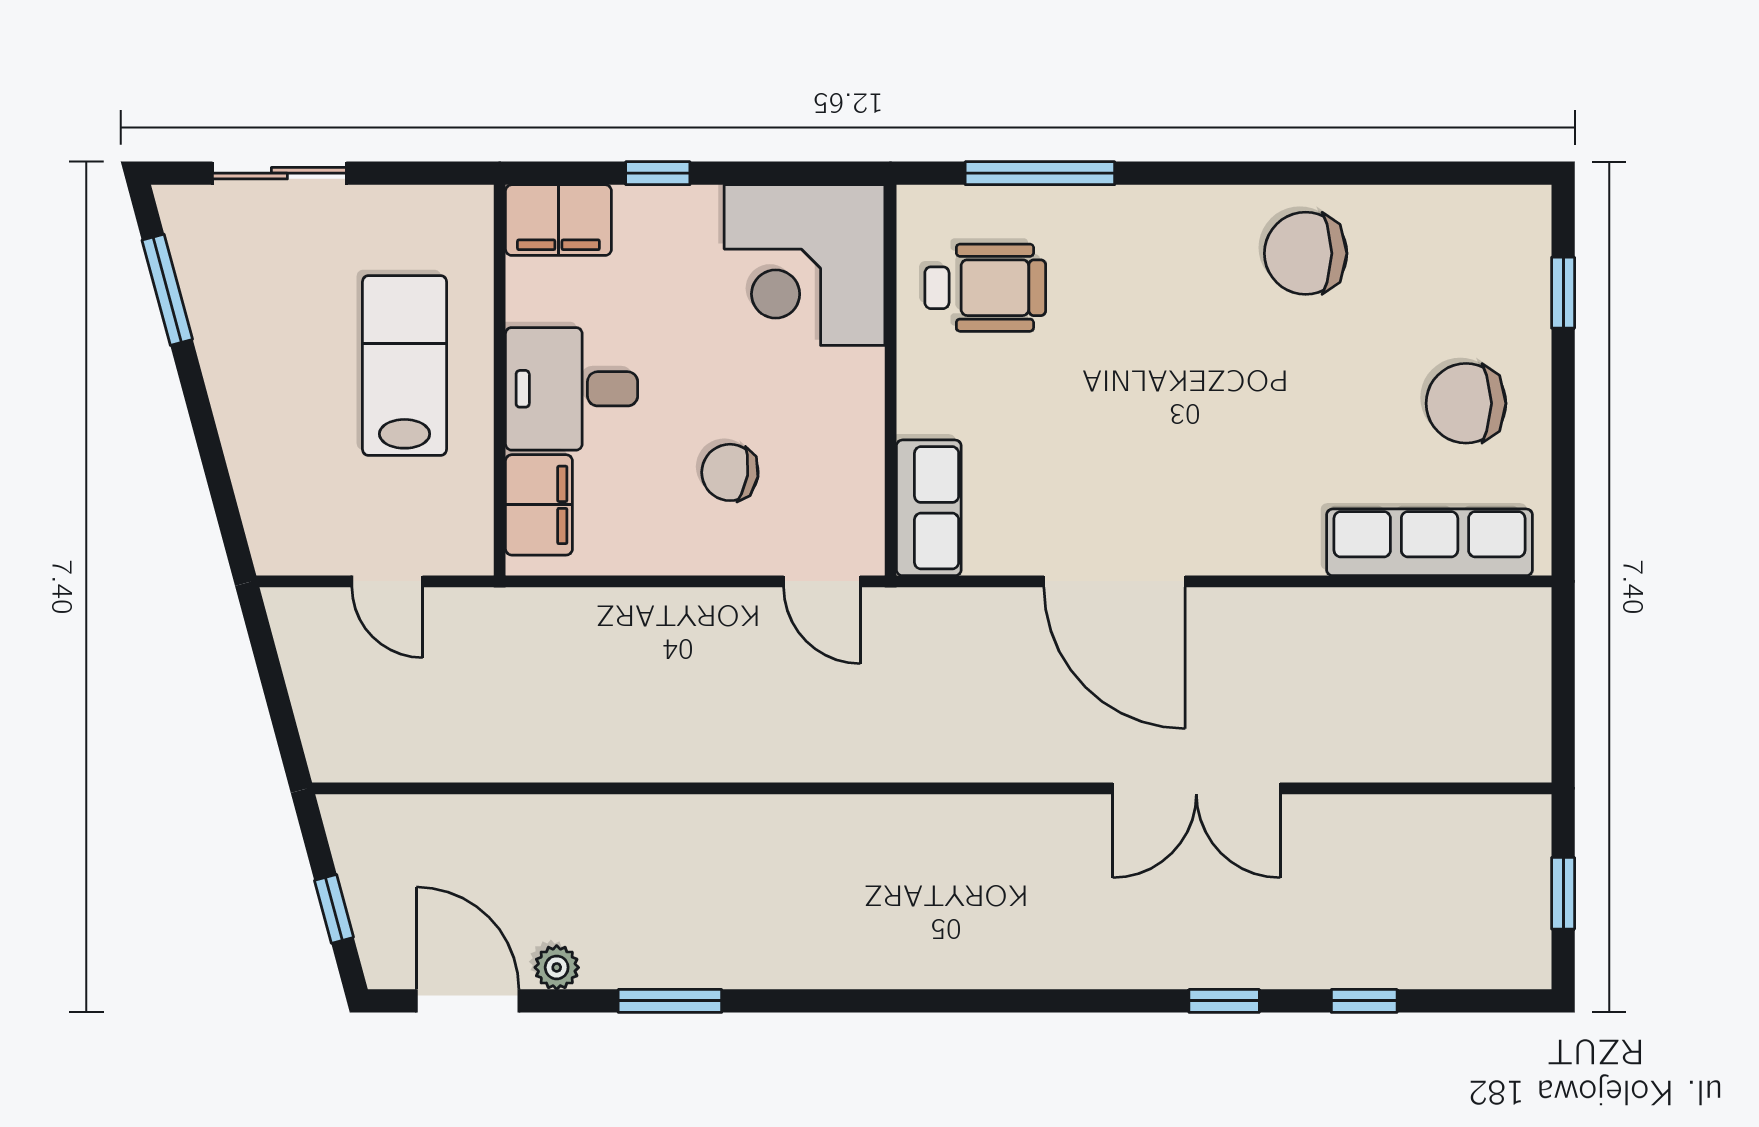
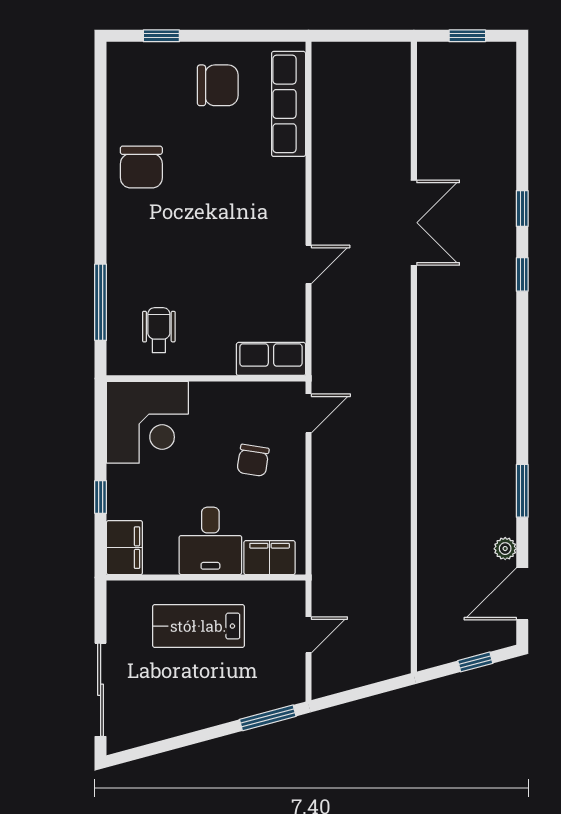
sliding door: (279, 173) -> (101, 690), width x1.37
wheelchair: (985, 288) -> (159, 330), width x0.73, depth x0.73
window: (167, 290) -> (268, 718), moved
chair: (1466, 403) -> (218, 85), turned -90
door: (1115, 581) -> (308, 264), width x0.53
window: (1364, 1001) -> (522, 274), moved

